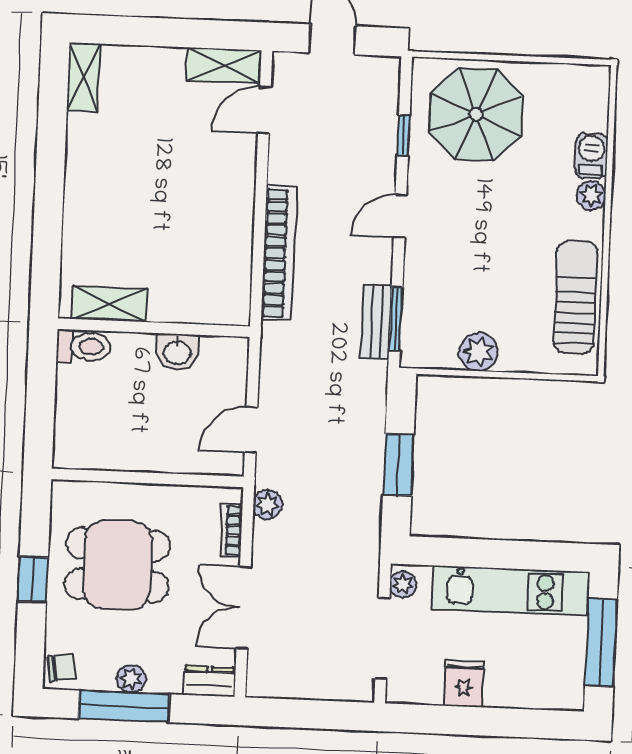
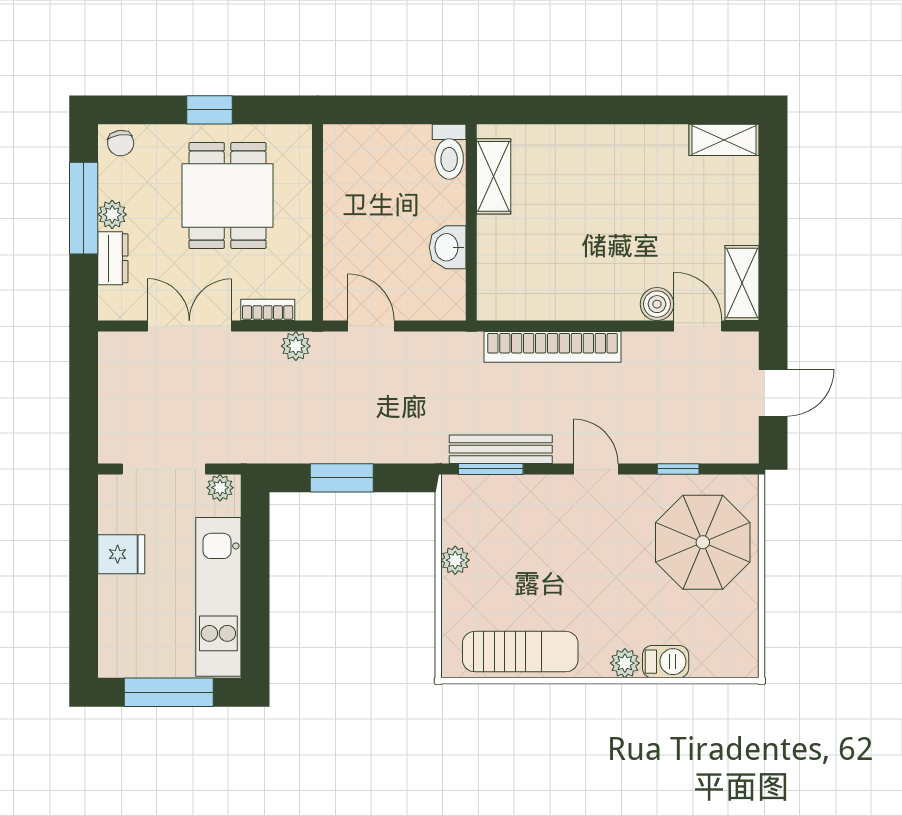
boiler: (241, 149) -> (657, 304), added
bench: (376, 322) -> (501, 449), width x1.36
plant: (479, 352) -> (455, 560), width x0.73, depth x0.73
dresser: (209, 681) -> (113, 258), moved

